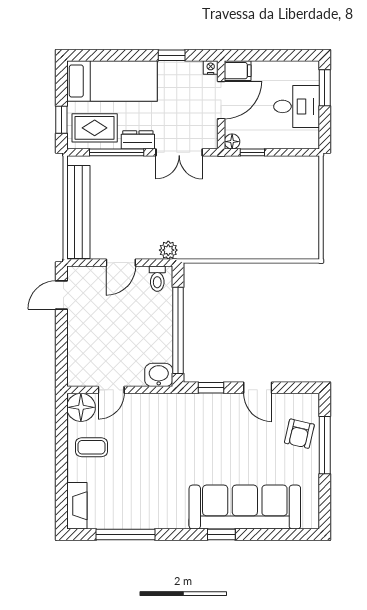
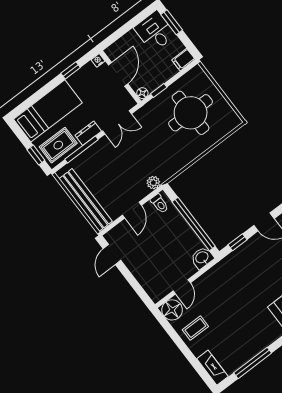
filing cabinet: (238, 71) -> (183, 60), moved, turned 180
desk: (297, 106) -> (155, 31), moved, turned -90
round table: (269, 204) -> (191, 113), added

